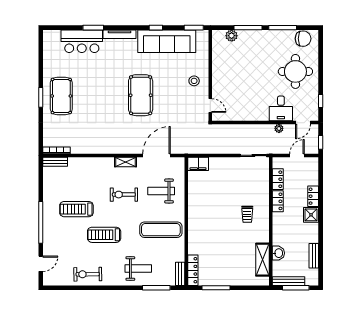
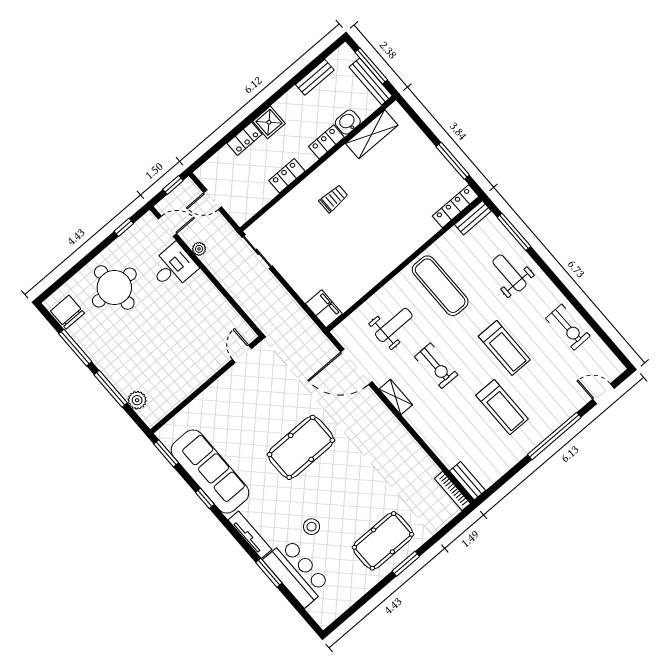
stool: (194, 81) -> (312, 527), moved
locker: (278, 179) -> (326, 142), moved
weight bench: (161, 191) -> (394, 325), turned -90

